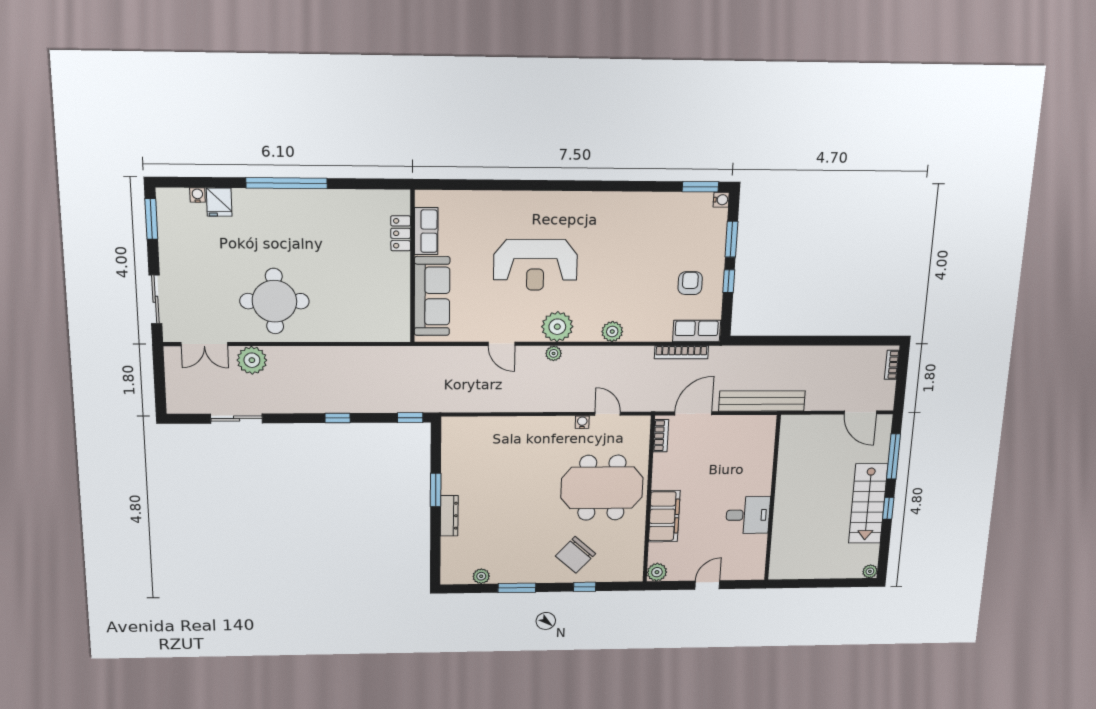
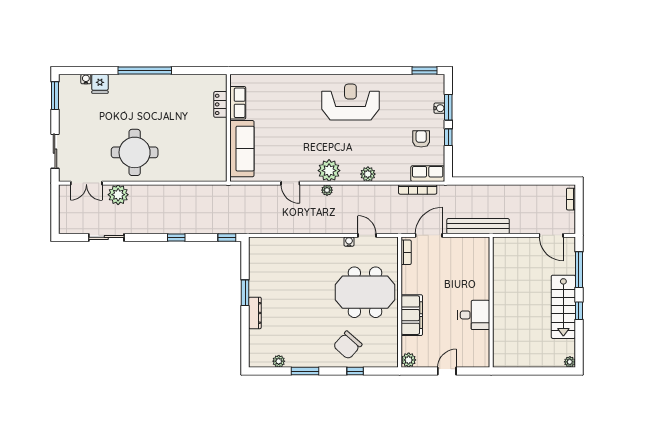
water cooler: (721, 200) -> (439, 108), moved
reception desk: (535, 265) -> (350, 102), moved, turned 180

